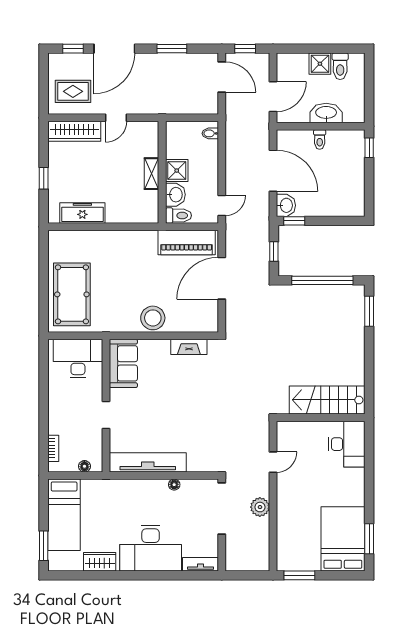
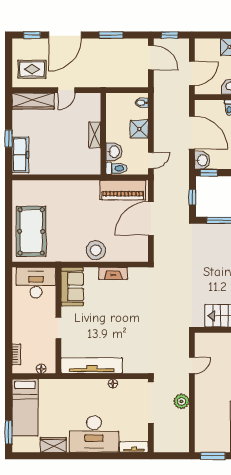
shower: (177, 171) -> (139, 129), moved
freezer: (82, 213) -> (20, 155), moved, turned 90
fireplace: (189, 347) -> (113, 273), moved

